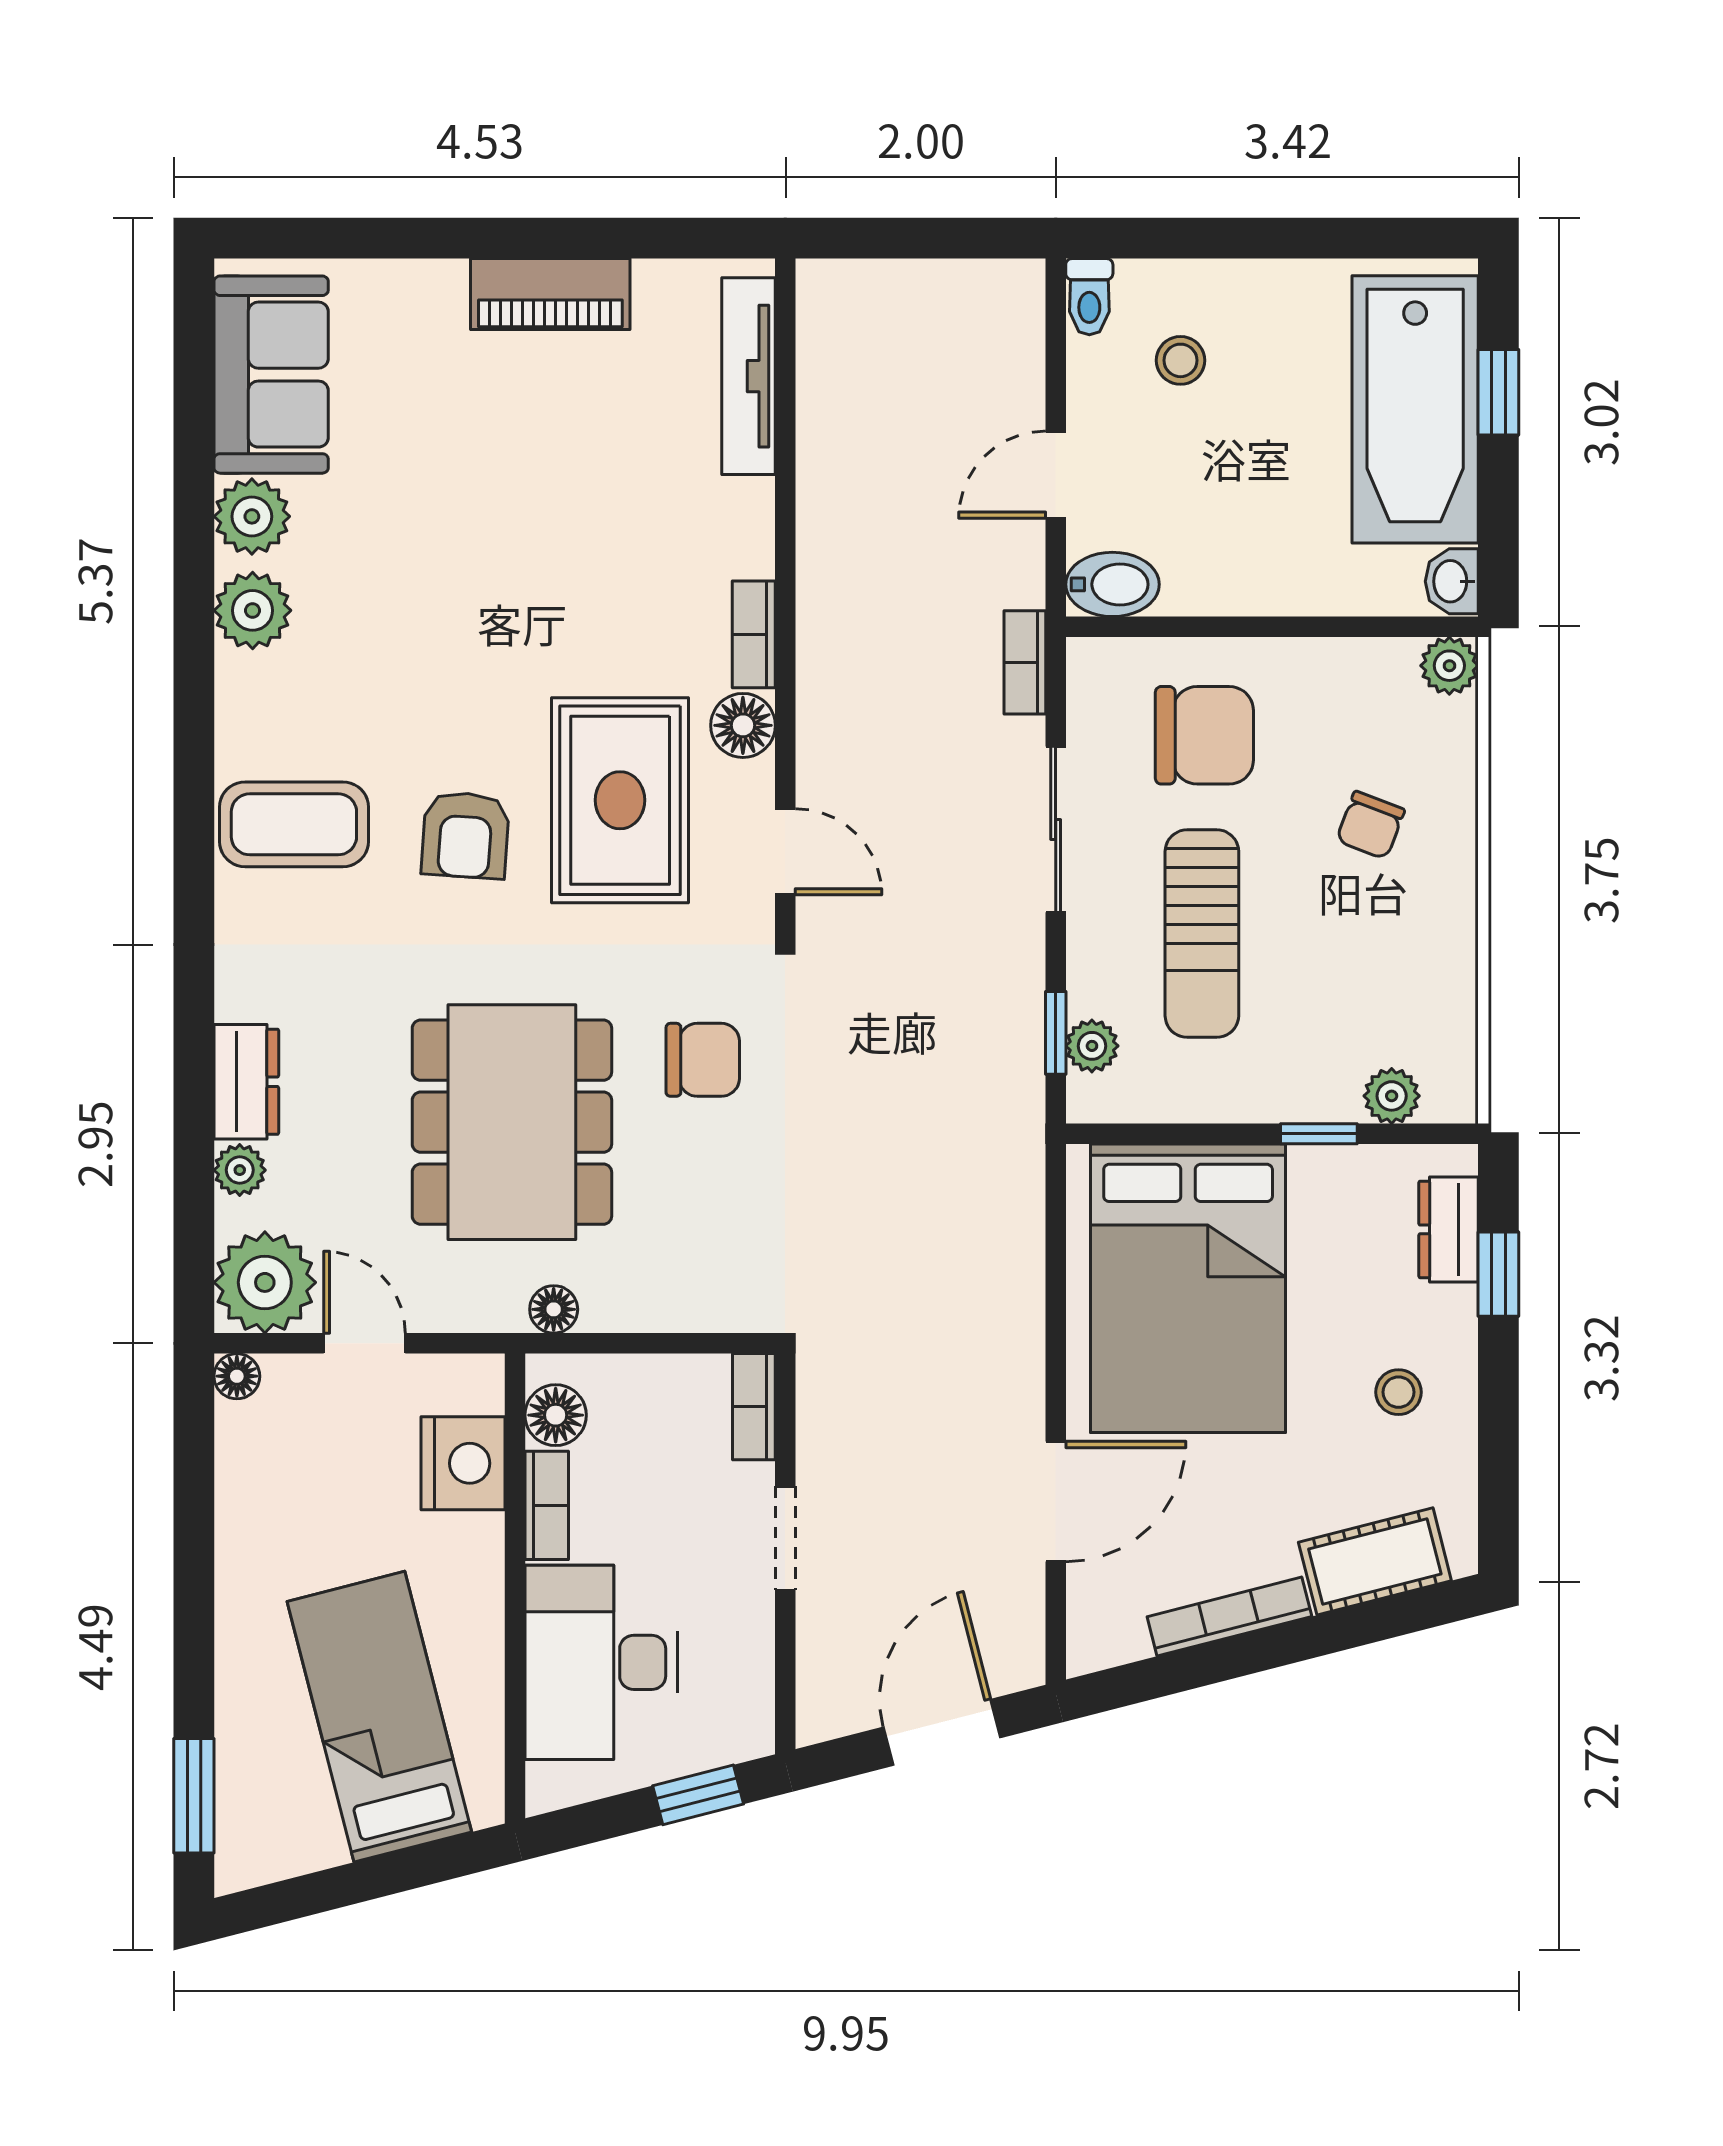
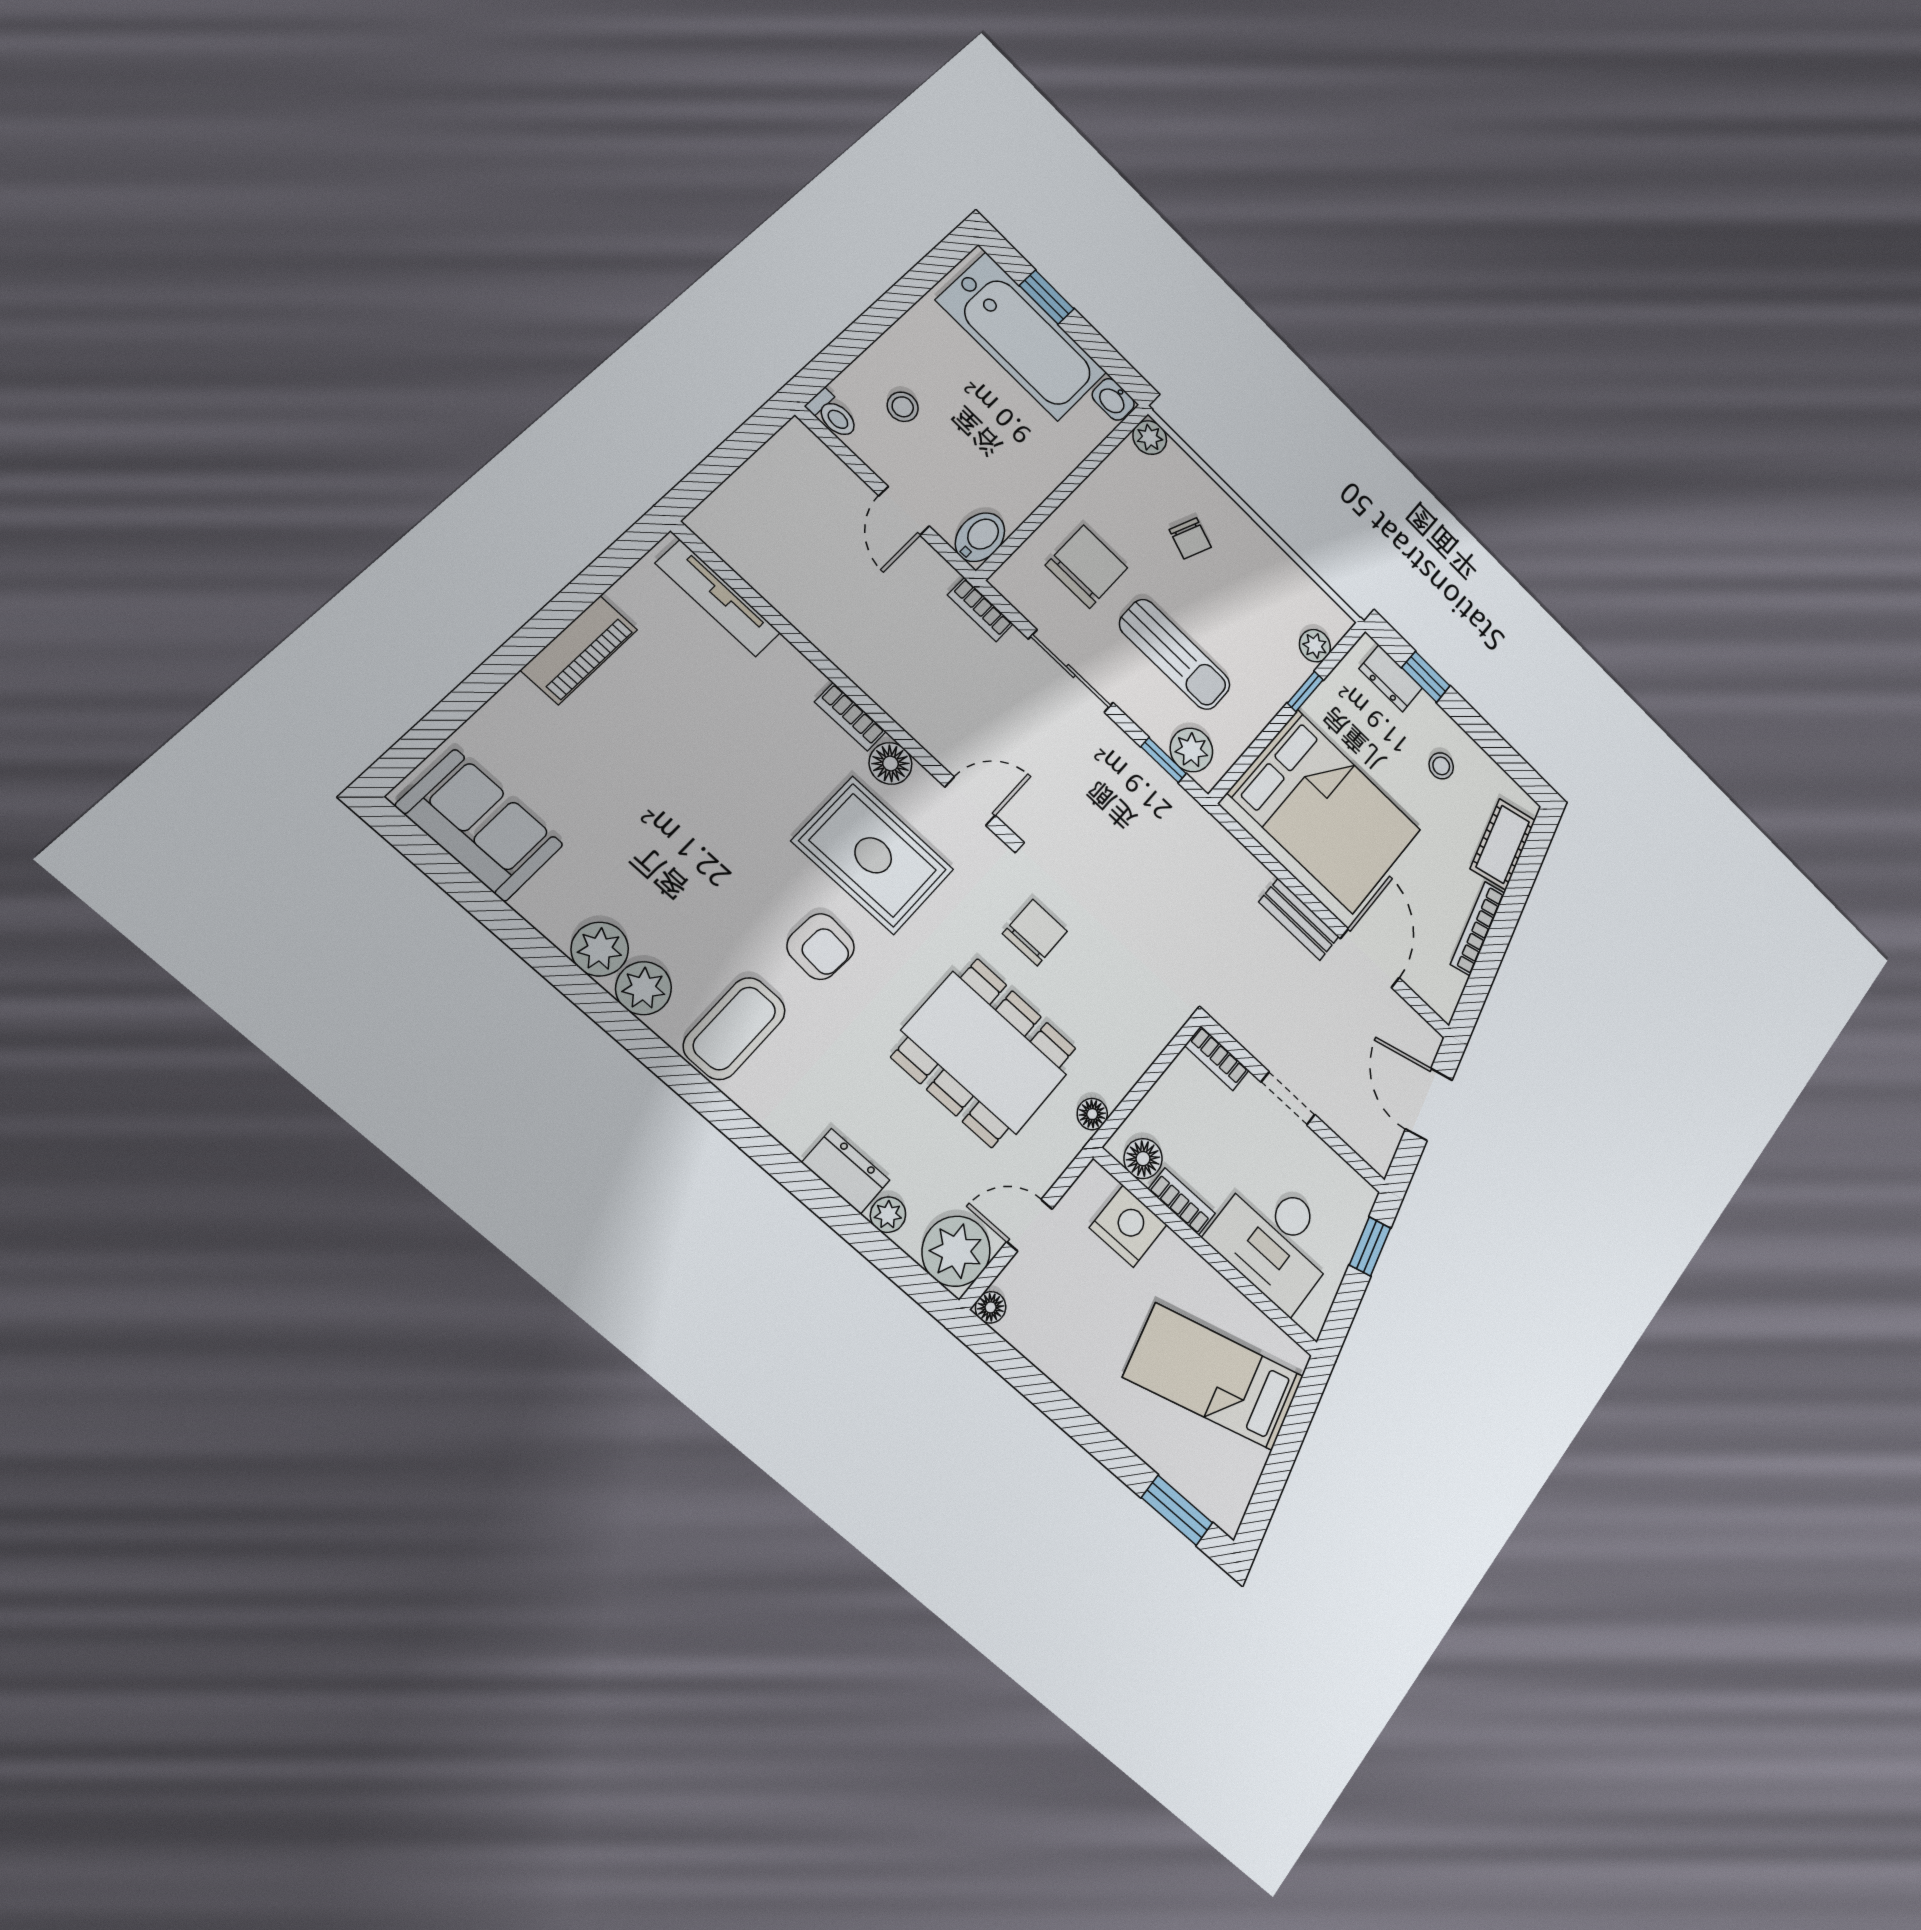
plant: (252, 516) -> (644, 988), moved
plant: (1092, 1046) -> (1191, 750), width x1.38, depth x1.38
bench: (1019, 1368) -> (1299, 919), added

